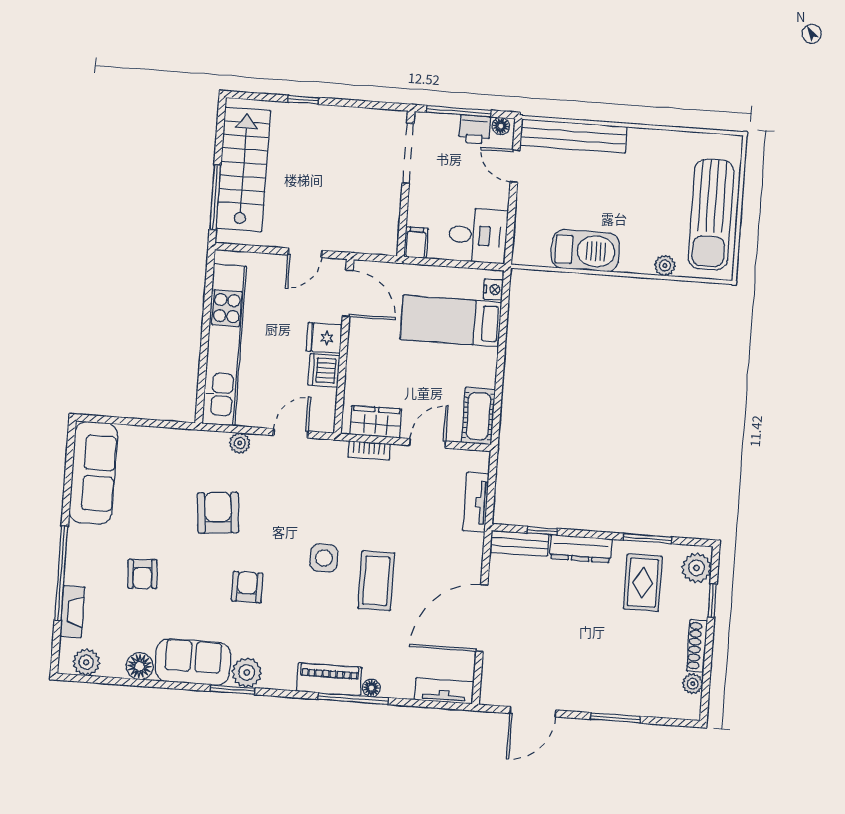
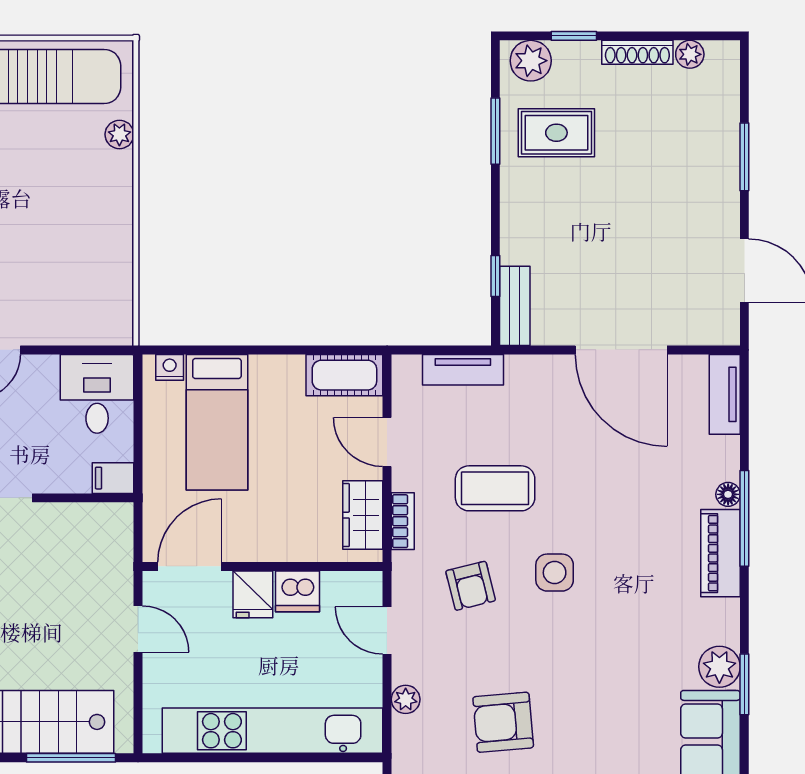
barbecue: (585, 251) -> (107, 245), removed
dresser: (581, 549) -> (516, 221), removed
coffee table: (376, 581) -> (495, 488), moved
armchair: (247, 587) -> (471, 586), moved, turned -104

